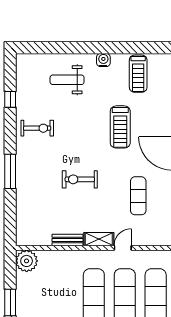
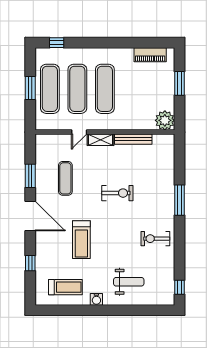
treadmill: (138, 74) -> (65, 287), turned 90
window: (10, 99) -> (180, 287), moved
treadmill: (120, 127) -> (81, 240), turned 180
bench: (68, 240) -> (133, 139), width x1.36

